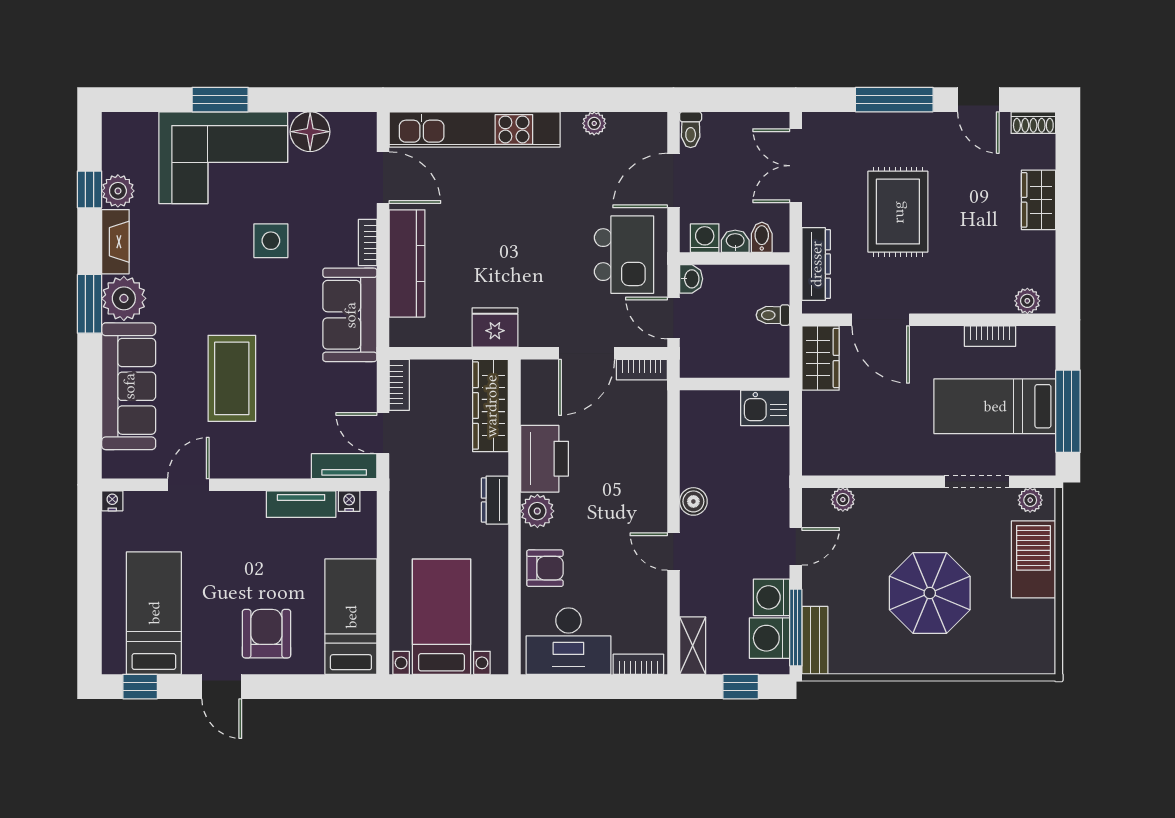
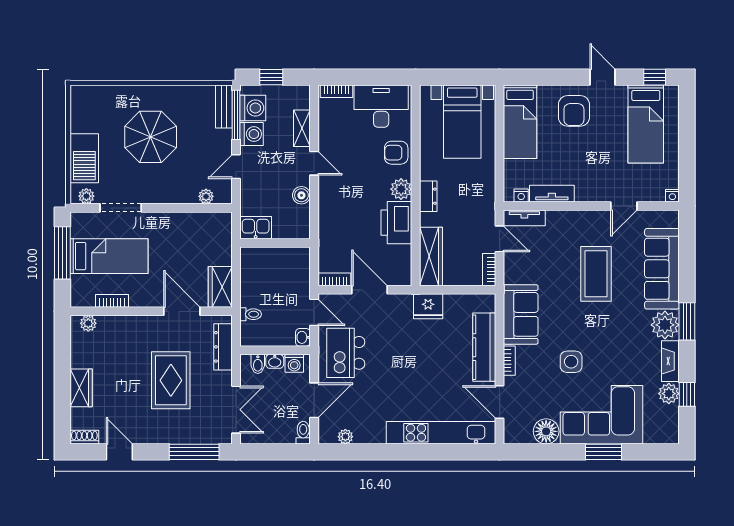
window: (894, 100) -> (194, 452), moved
plant: (594, 123) -> (345, 437), moved
door: (587, 353) -> (370, 290), hinge flipped
wall: (735, 384) -> (275, 243), moved
kitchen sink: (765, 408) -> (256, 228), moved
shelving: (693, 646) -> (302, 128), moved

